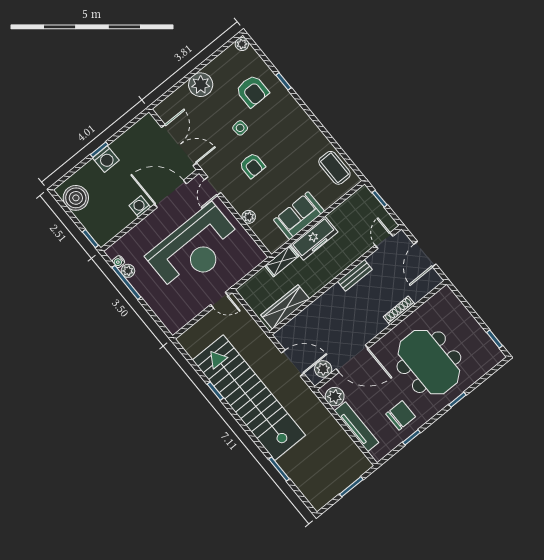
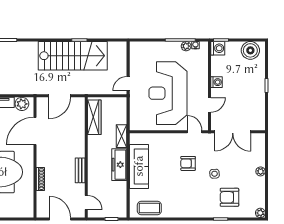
plant: (201, 85) -> (261, 171), width x0.53, depth x0.53
washing machine: (106, 159) -> (218, 48), moved, turned 180
door: (170, 194) -> (210, 105), width x0.53
sofa: (299, 216) -> (139, 166), width x1.36
plant: (249, 217) -> (161, 138), removed
plant: (323, 369) -> (43, 110), removed
stairs: (249, 398) -> (73, 56), width x0.73

